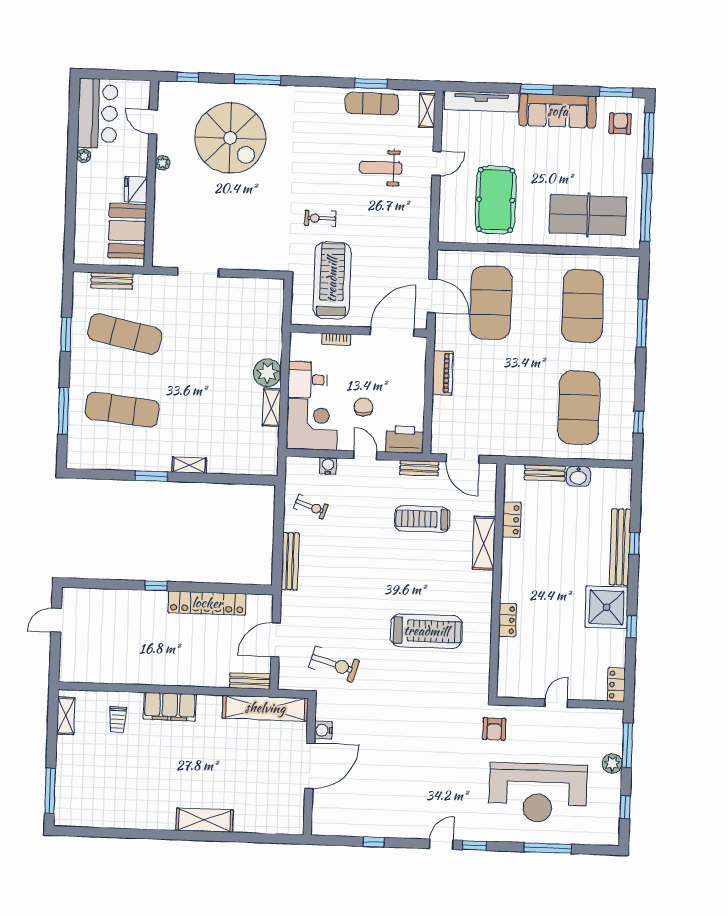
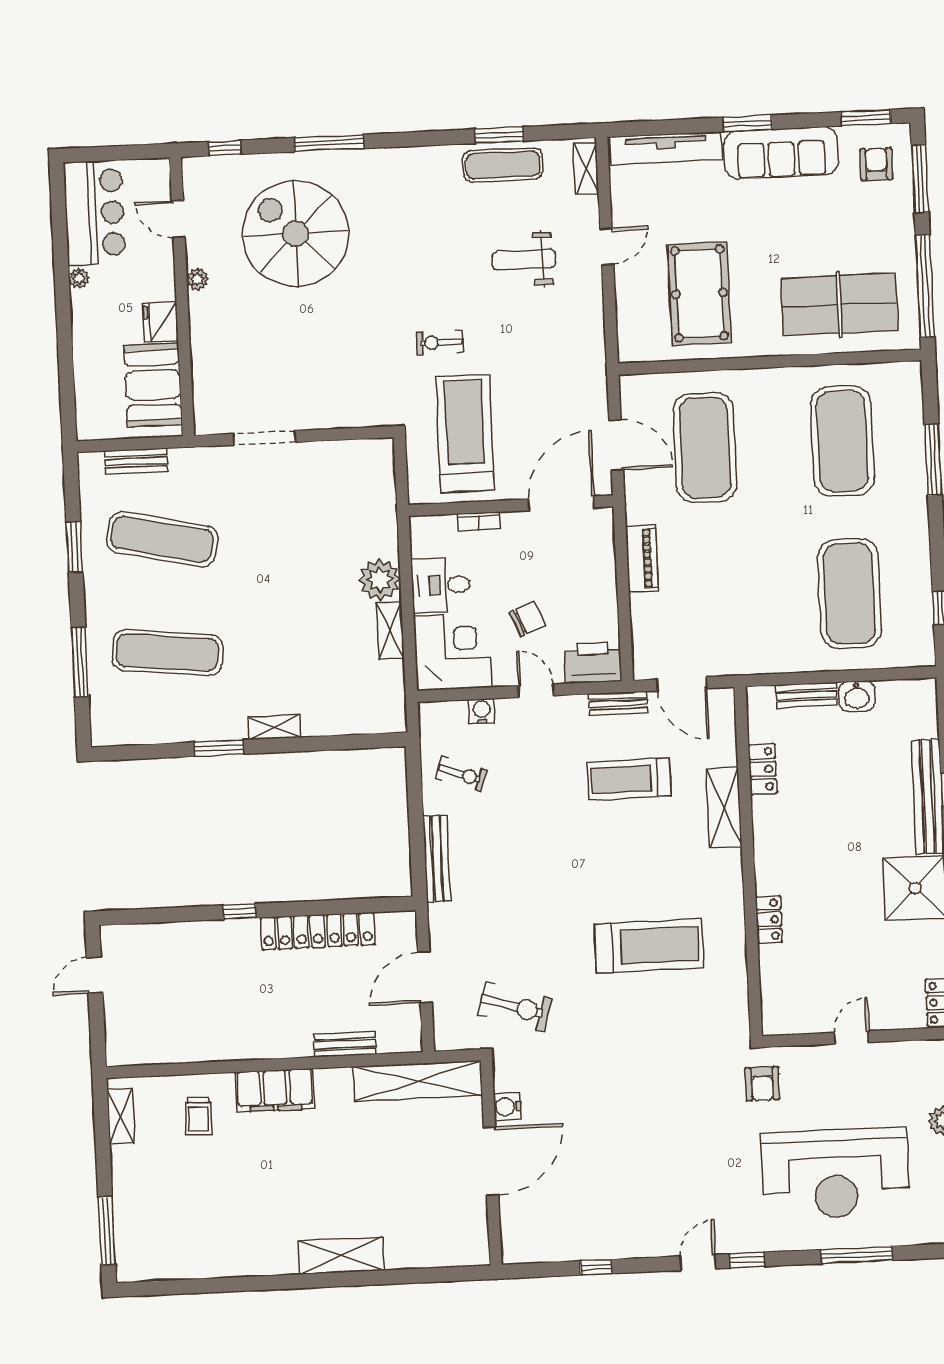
spiral stairs: (230, 138) -> (296, 234), turned 180
chair: (364, 407) -> (528, 619), turned 68
bench: (250, 681) -> (345, 1044), moved

